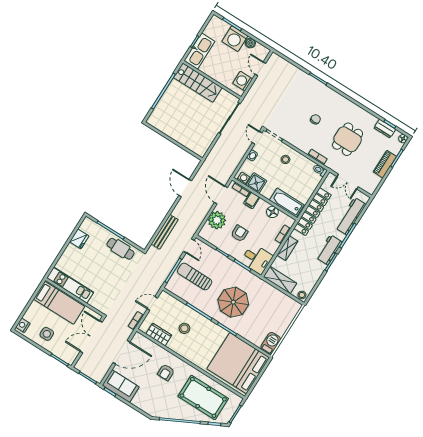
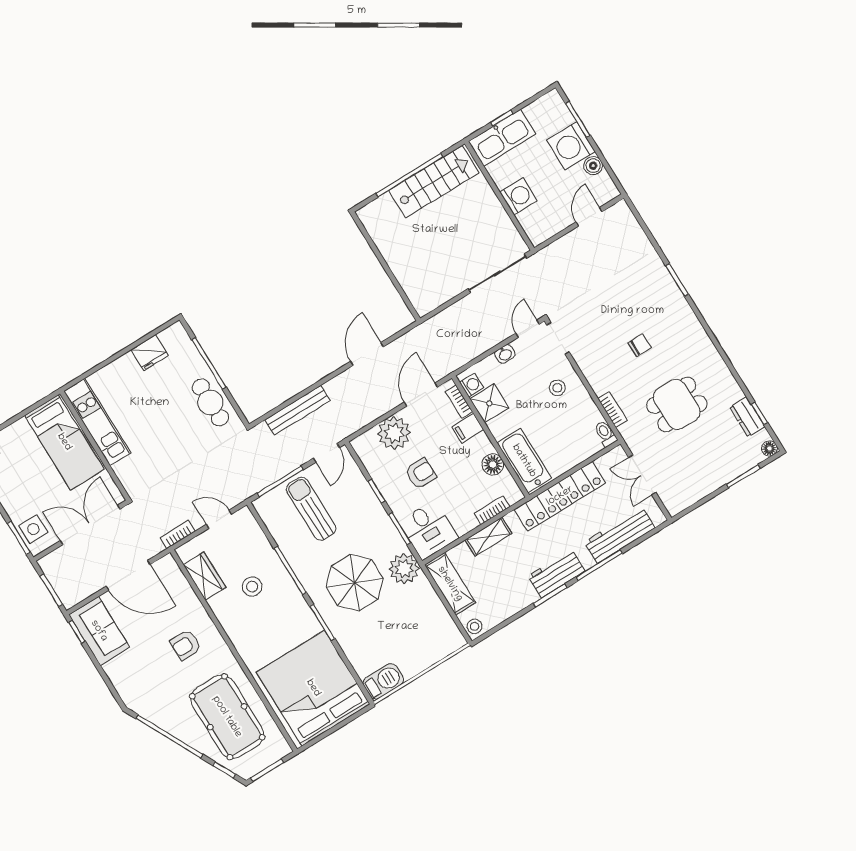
washing machine: (243, 81) -> (518, 196), moved, turned 90
stairs: (198, 83) -> (434, 182), moved, turned -90
piano: (385, 164) -> (719, 476), removed
plant: (254, 284) -> (404, 569), added
side table: (47, 334) -> (33, 529), moved

